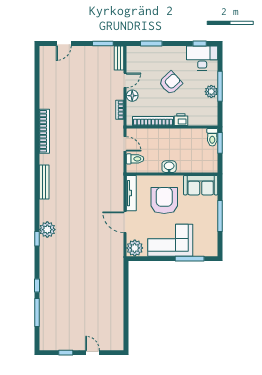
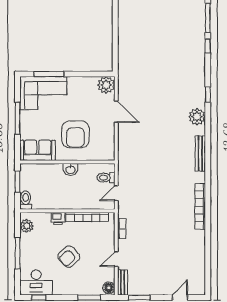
plant: (211, 92) -> (27, 226), moved
floor lamp: (132, 96) -> (109, 288), moved
window: (220, 143) -> (18, 182), moved
door: (125, 144) -> (116, 193), hinge flipped
tv unit: (131, 193) -> (110, 142), removed
plant: (47, 230) -> (197, 117), moved
corner sofa: (170, 240) -> (43, 93), moved

